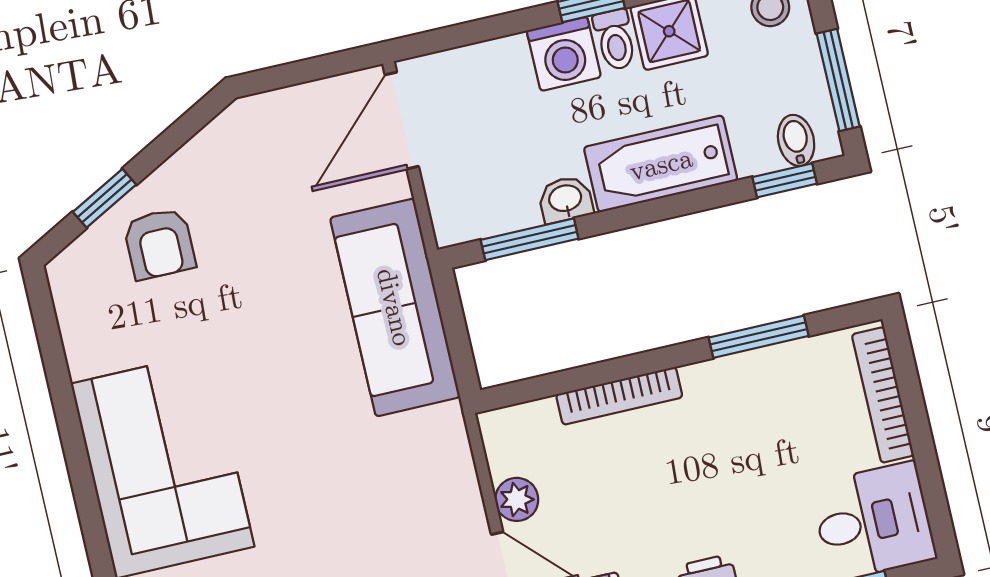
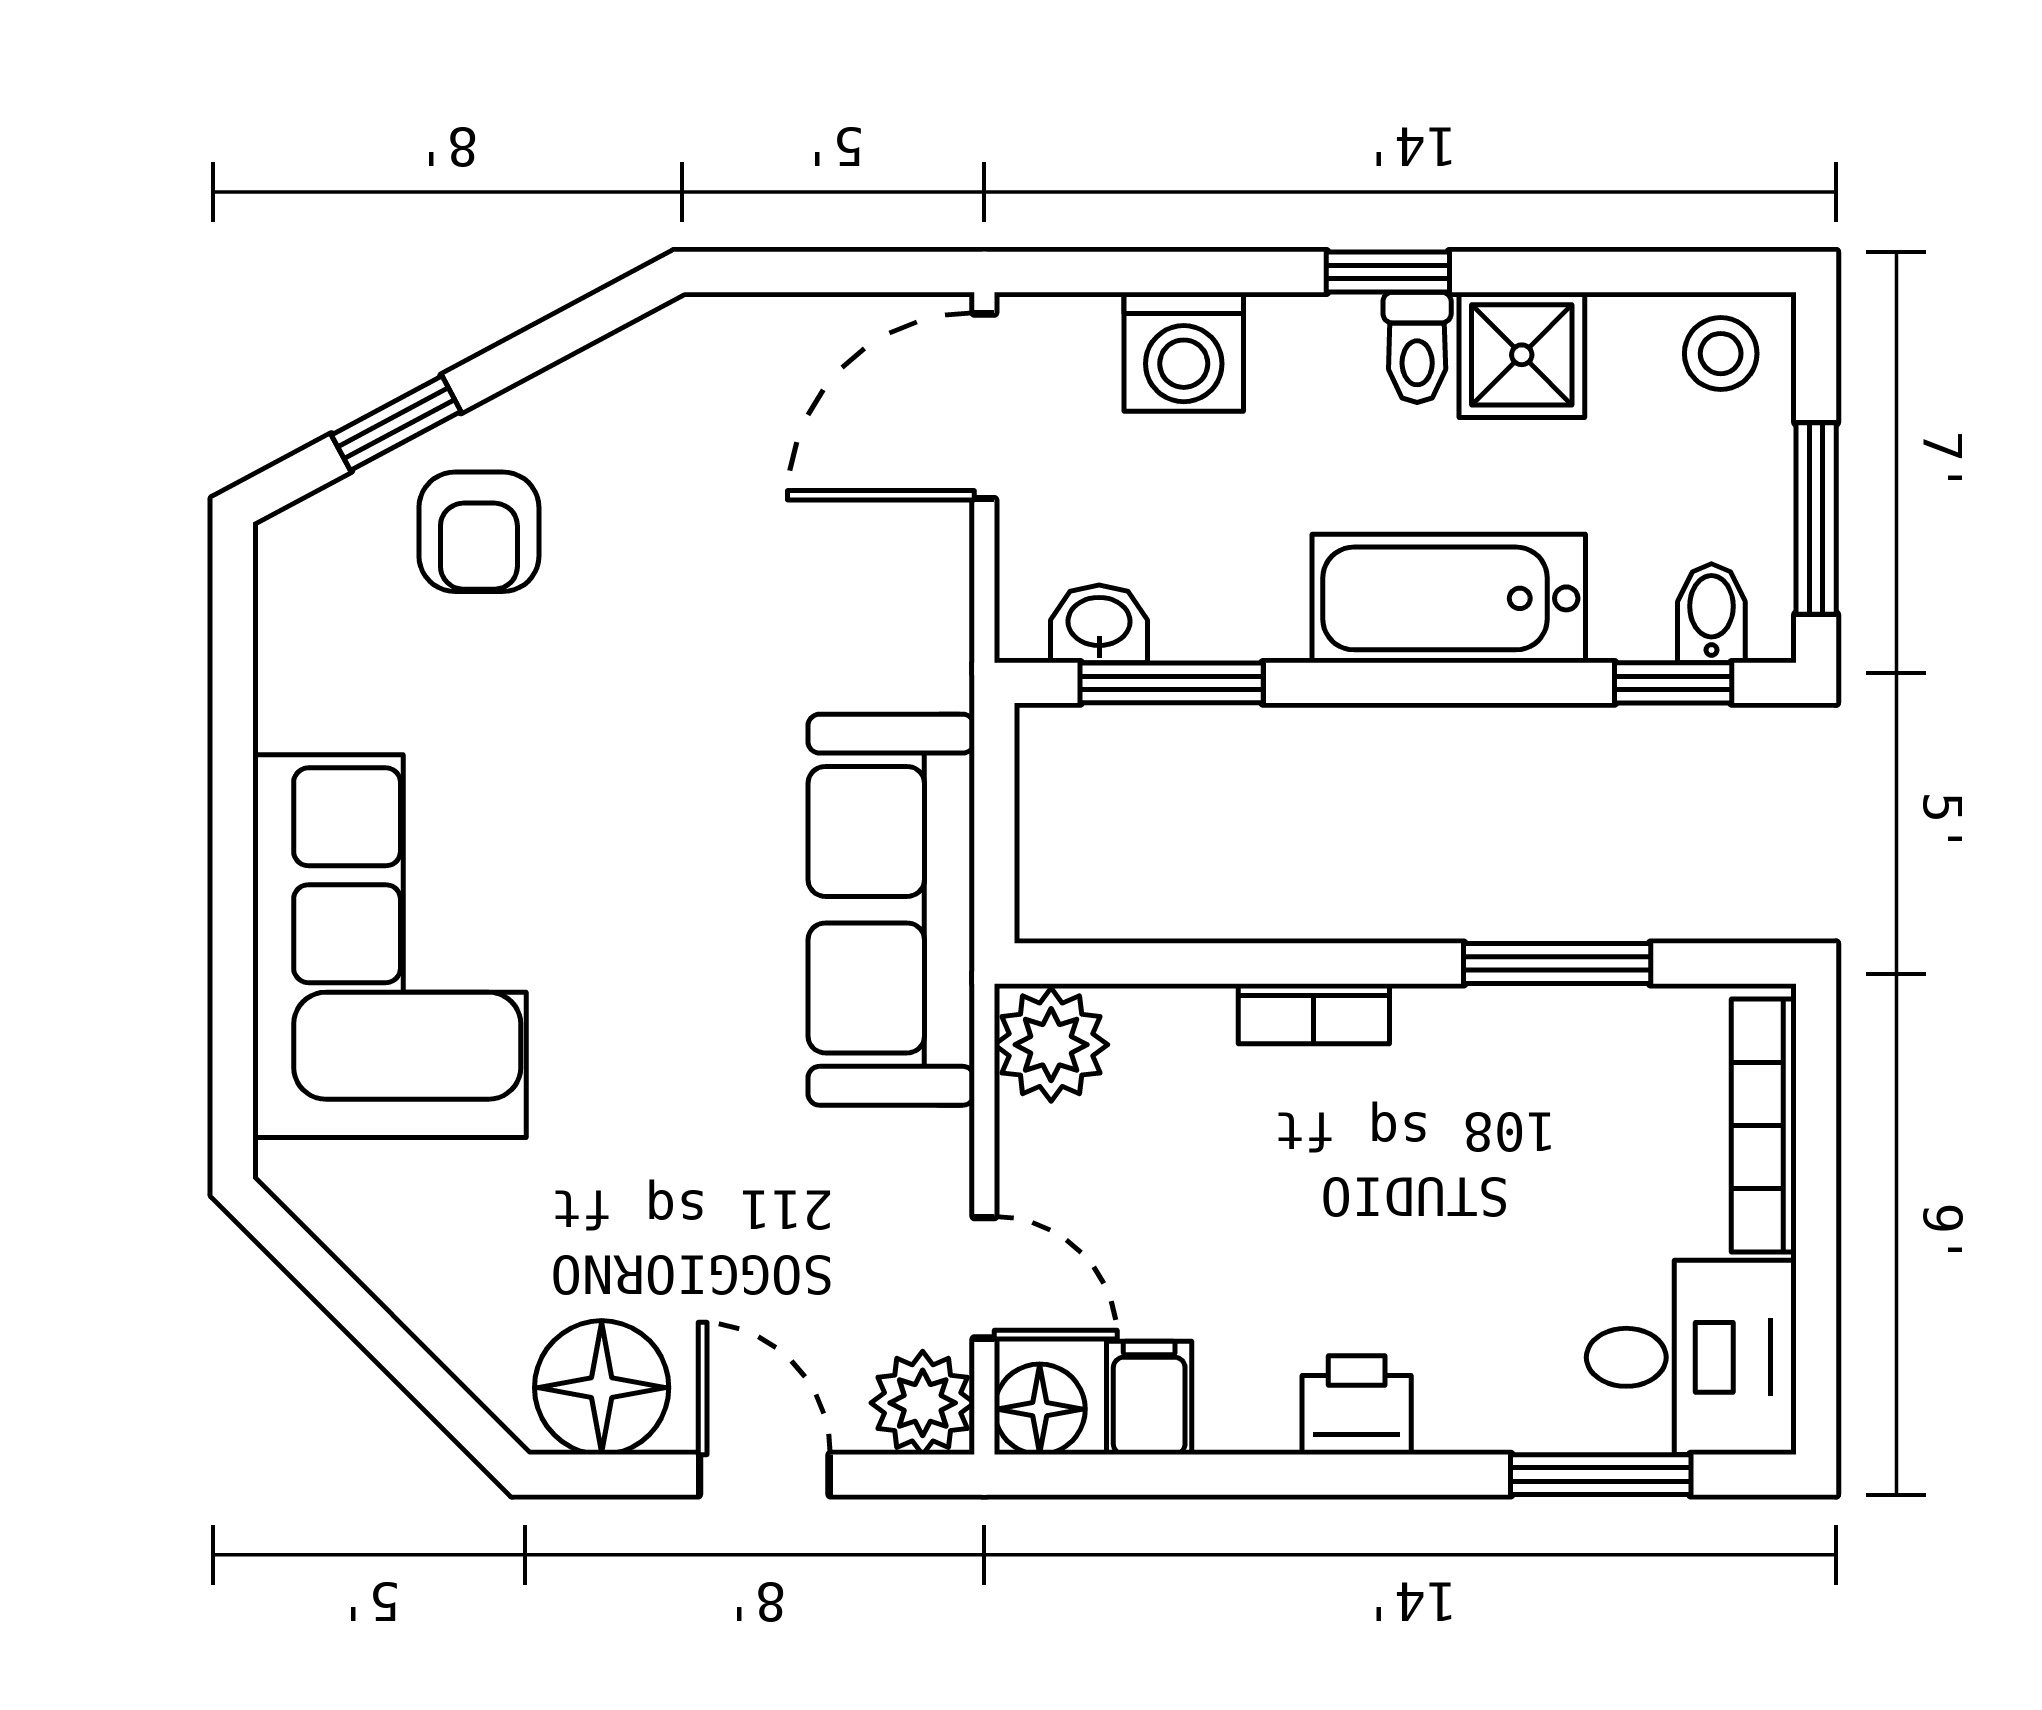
washing machine: (564, 54) -> (1184, 352), moved
washbasin: (565, 199) -> (1099, 624), moved
sofa: (395, 307) -> (891, 910), moved
bookcase: (619, 396) -> (1314, 1014), width x0.64
plant: (517, 499) -> (1051, 1045), moved, width x1.38, depth x1.38

